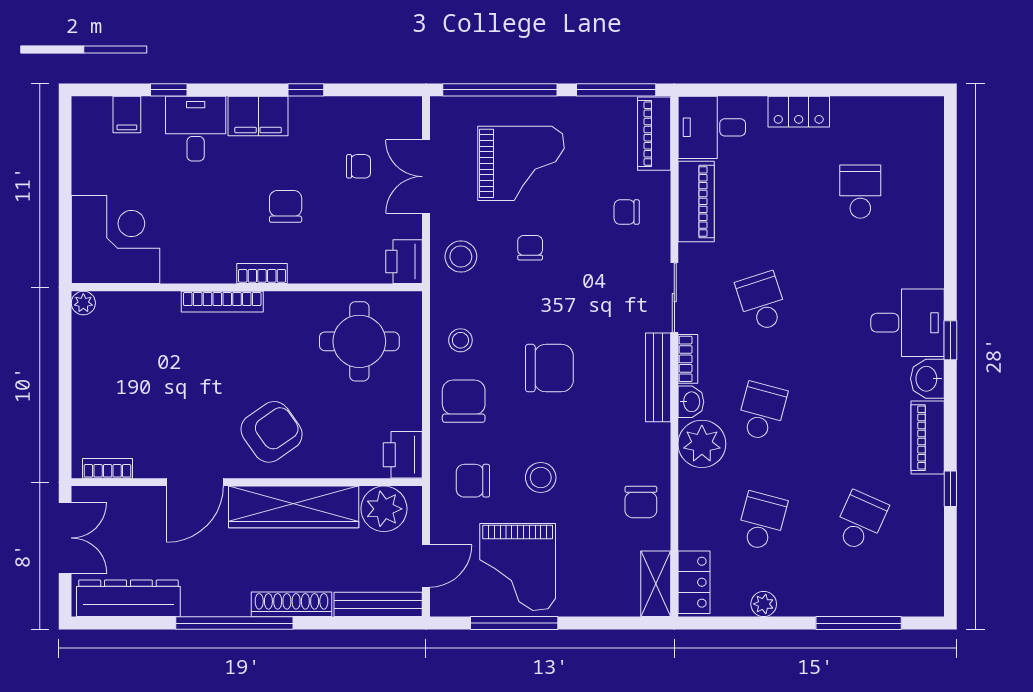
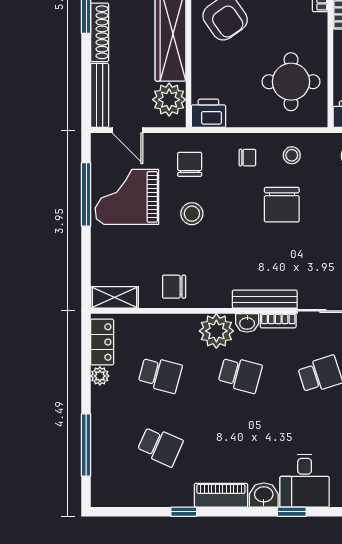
chair: (549, 368) -> (282, 205), moved
chair: (464, 401) -> (247, 158), width x0.54, depth x0.54
locker: (694, 582) -> (102, 342), moved, turned -90

